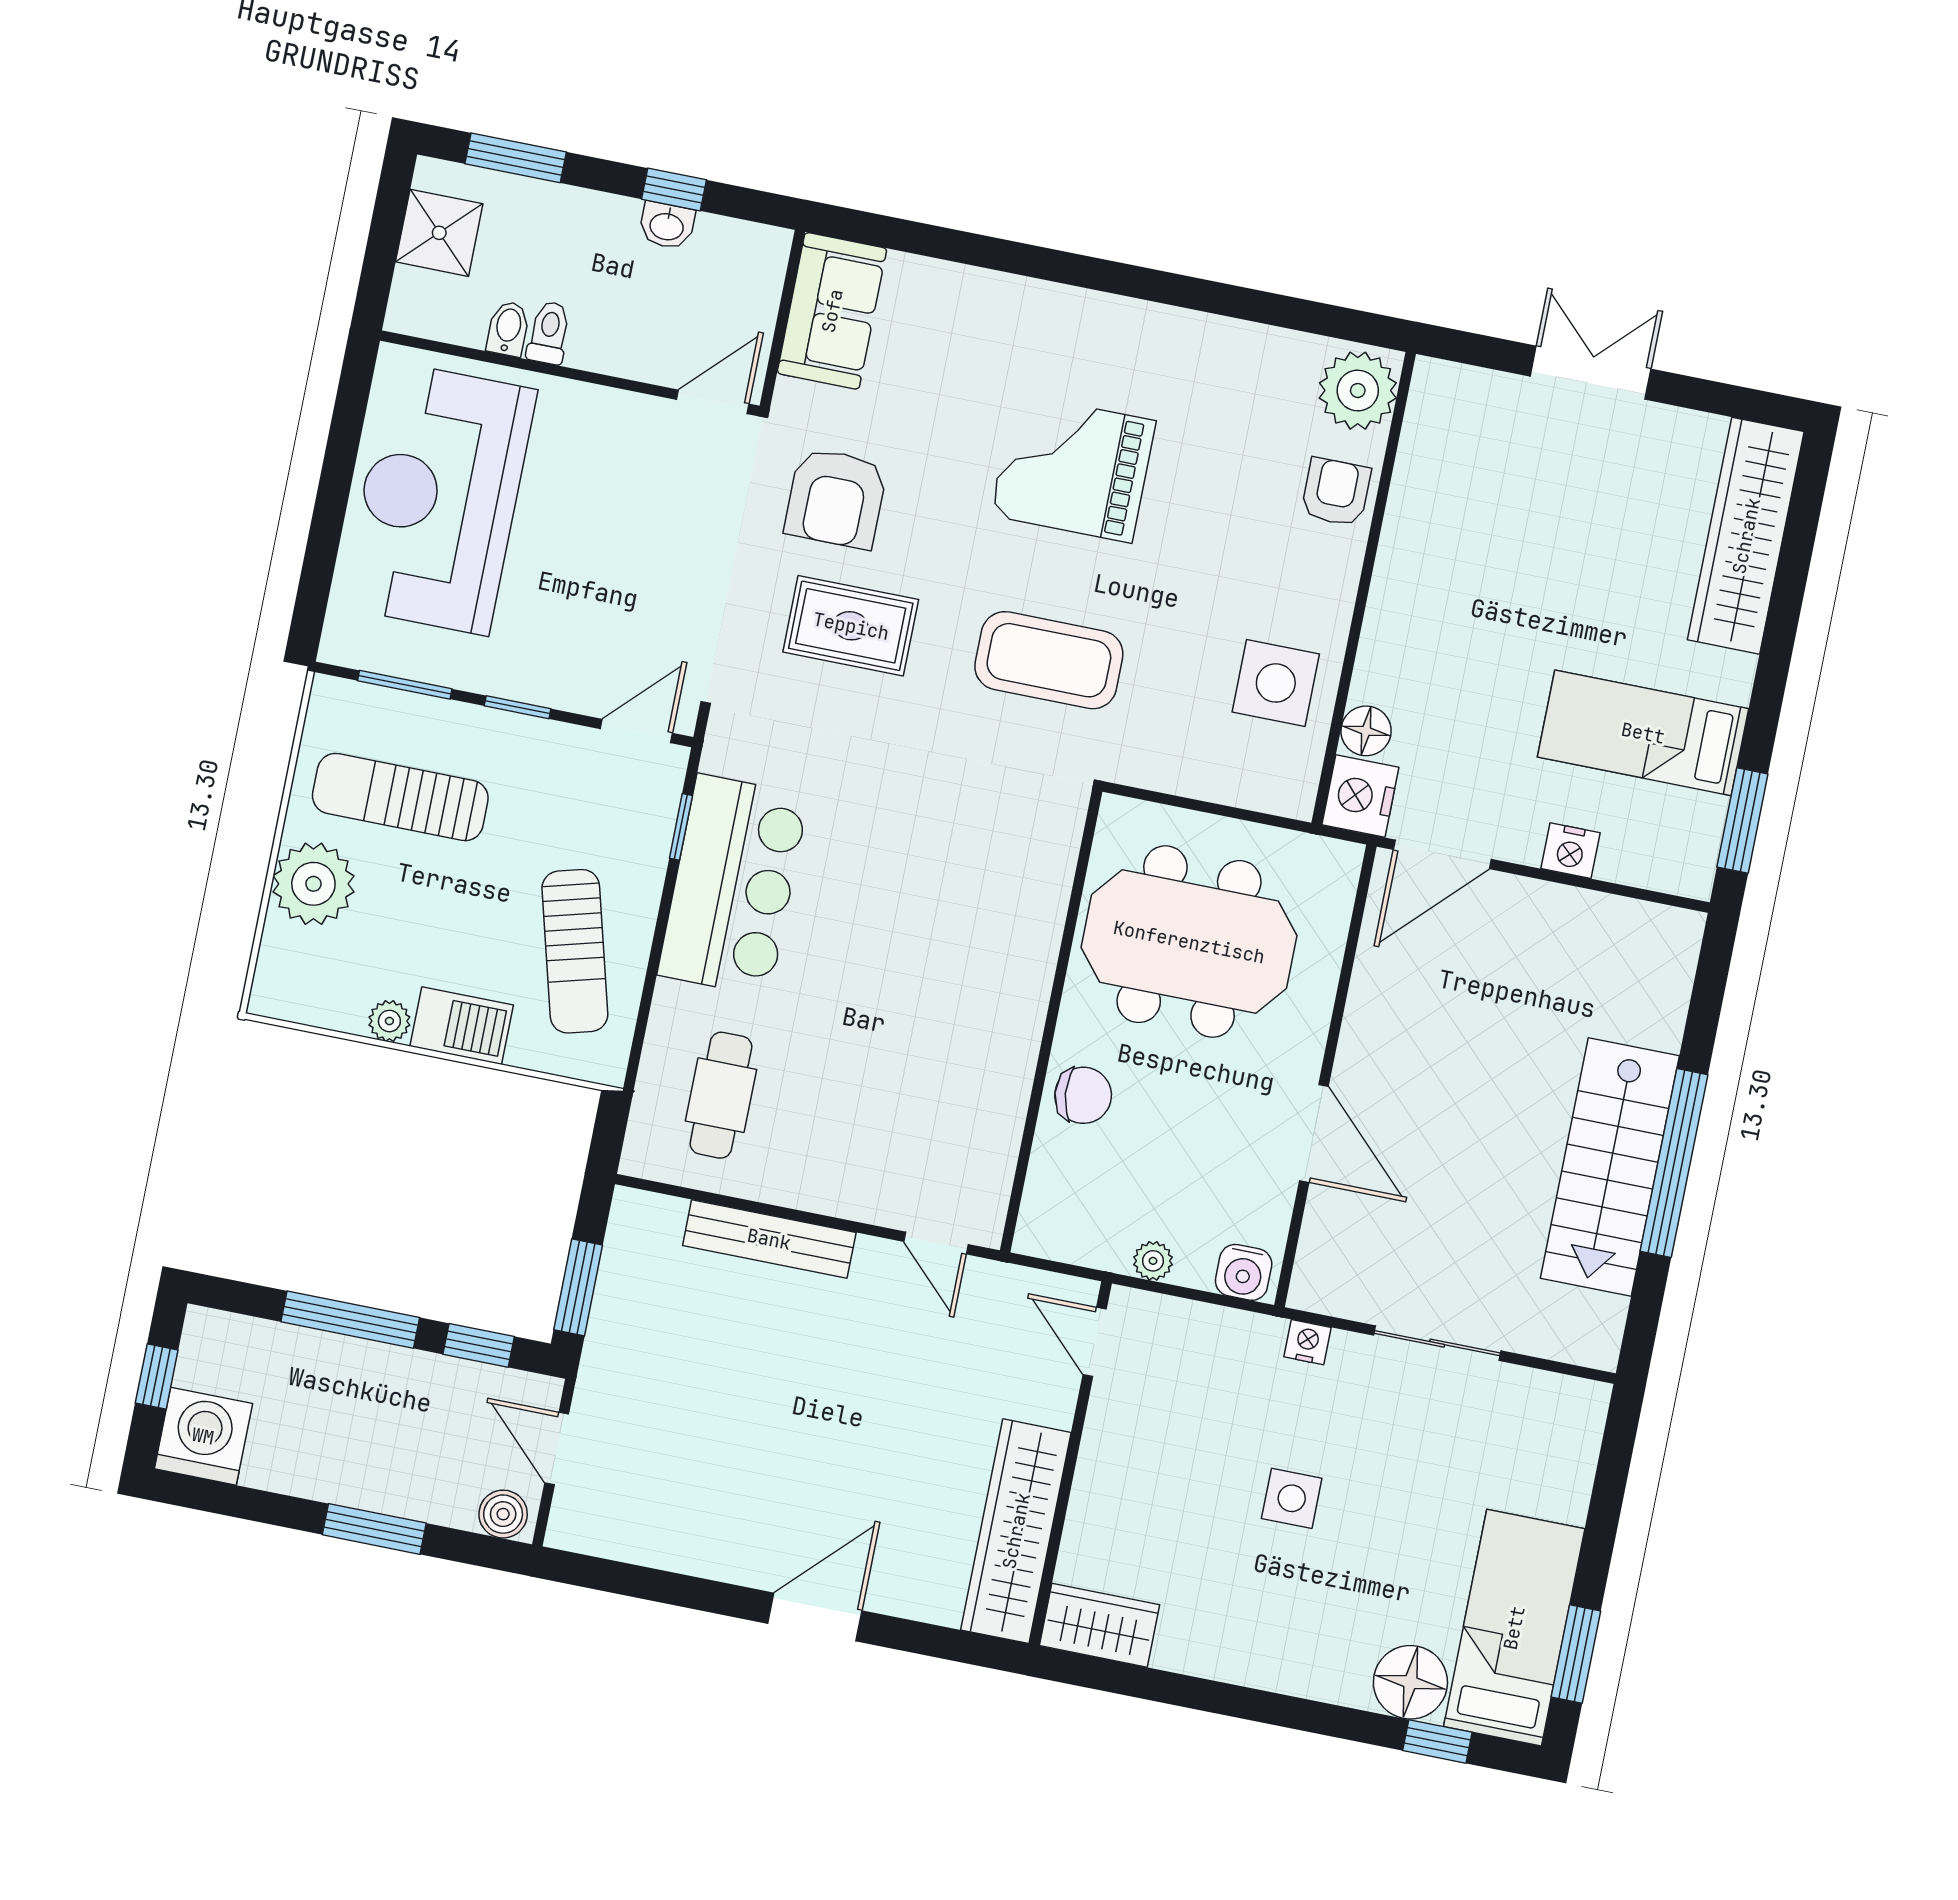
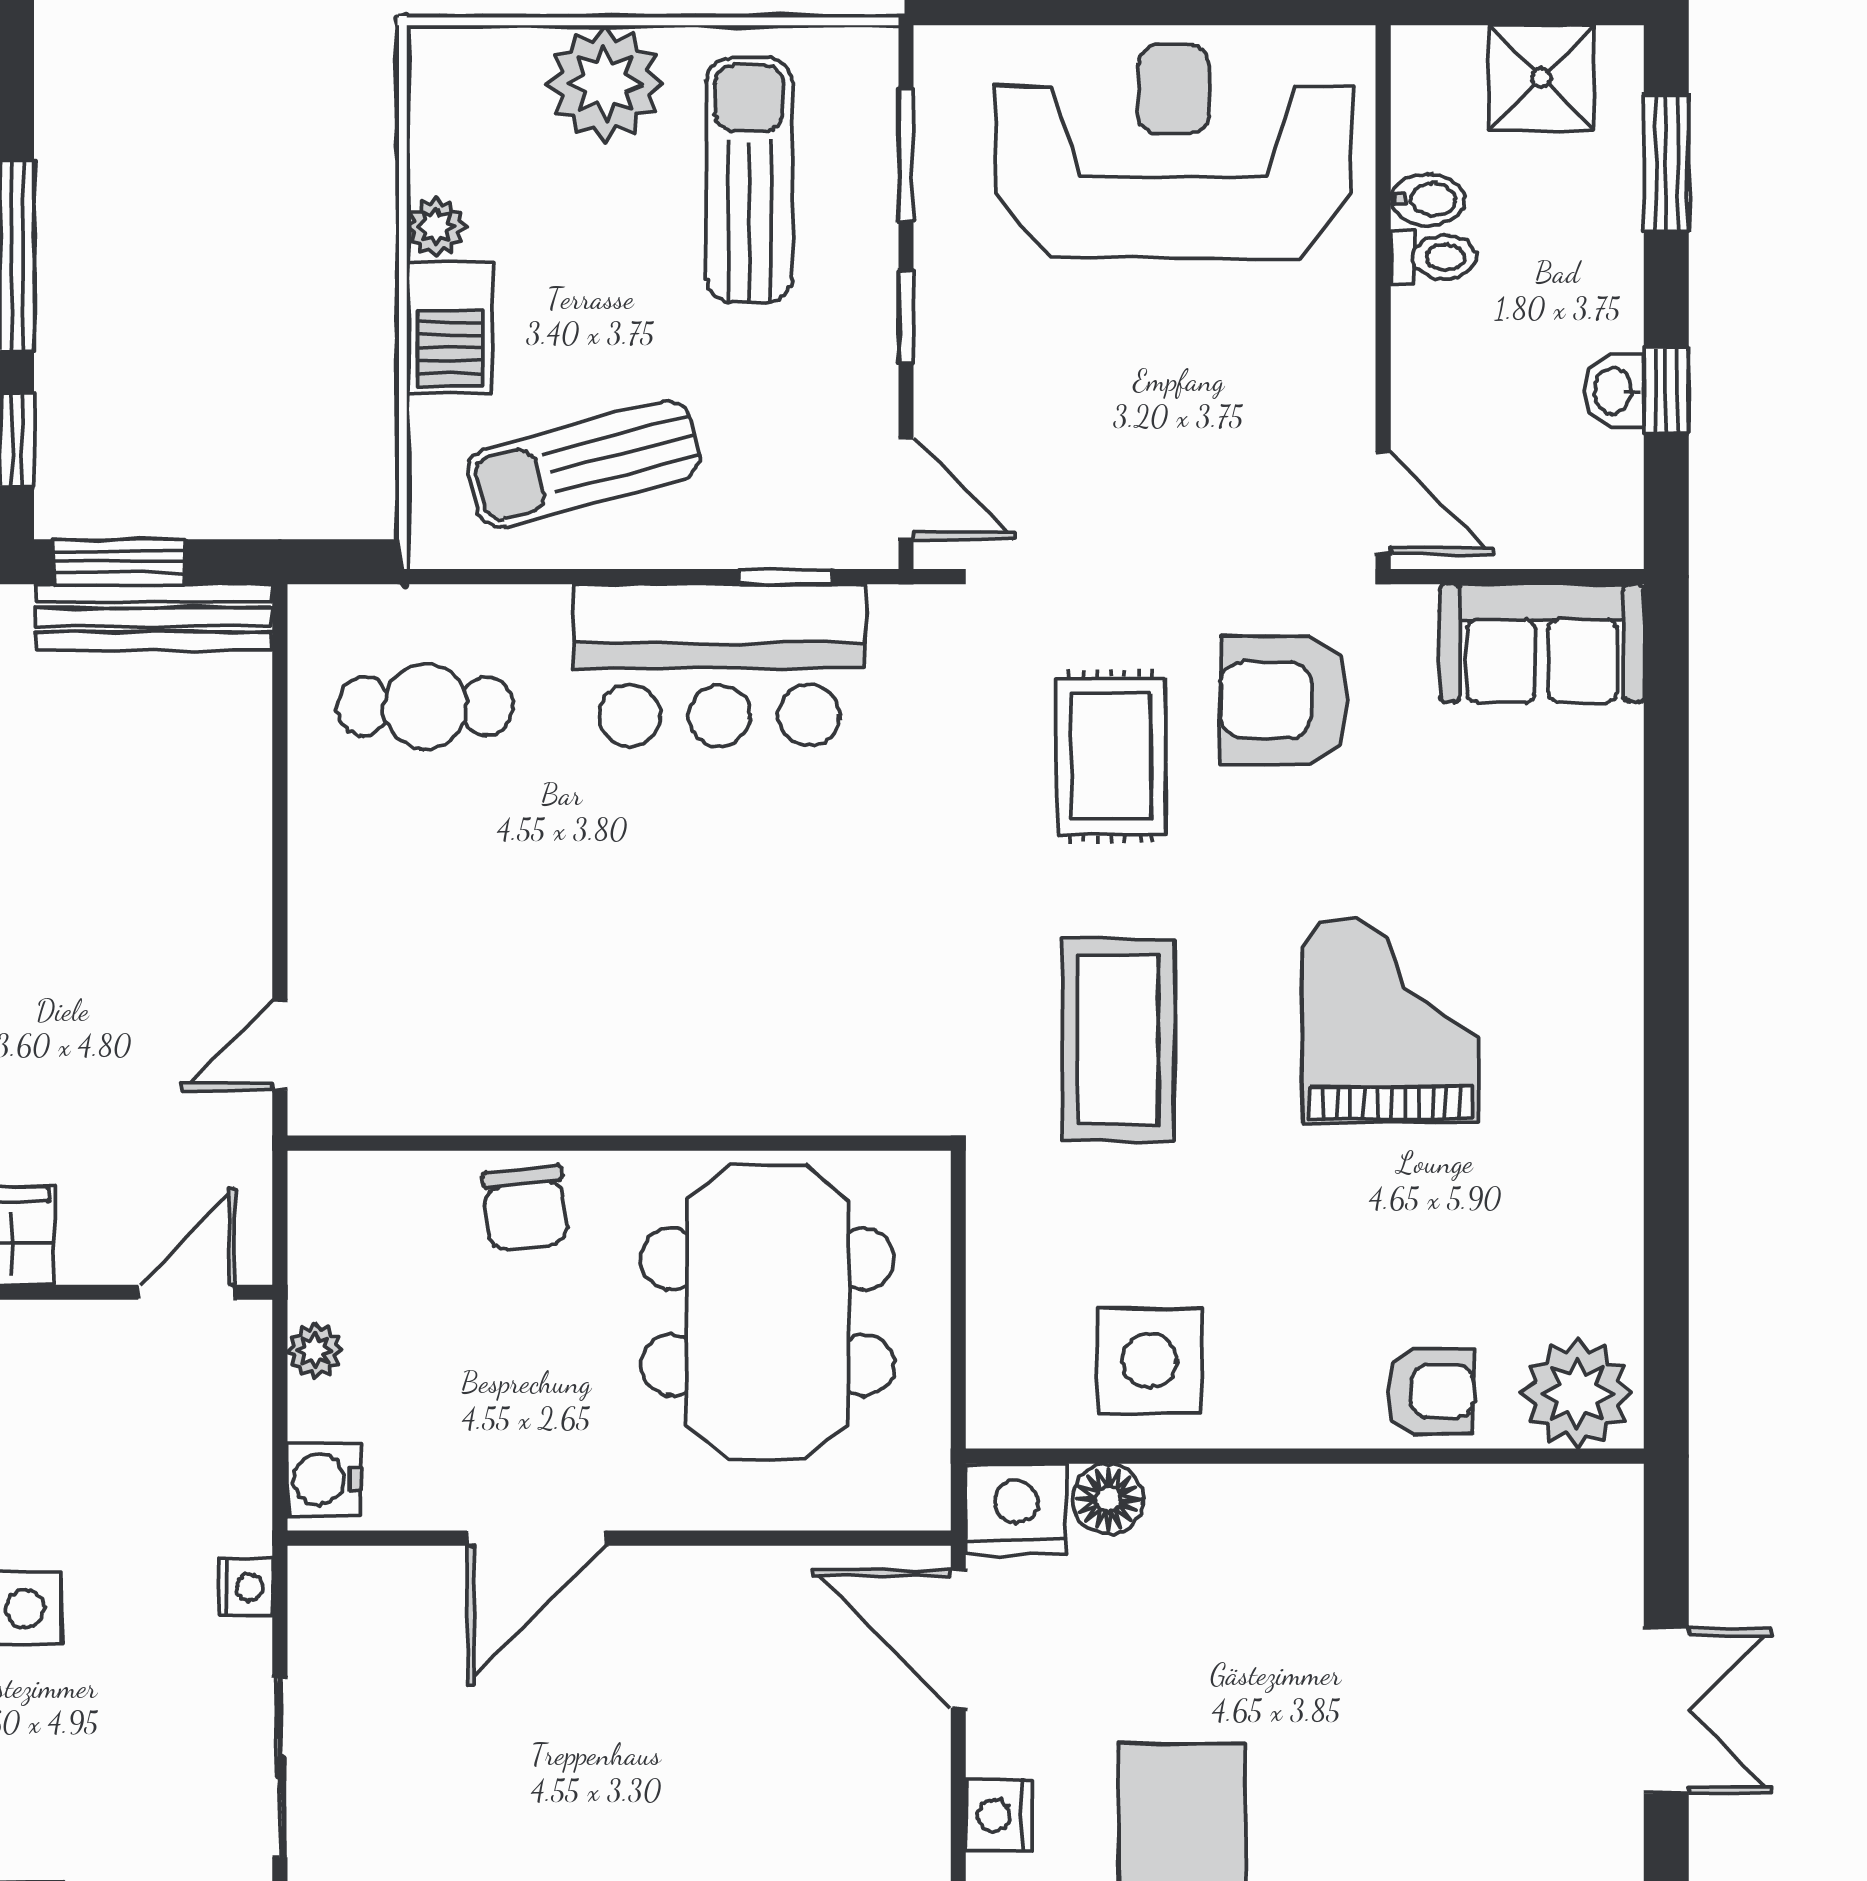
bench: (769, 1239) -> (154, 617), moved, turned 90

